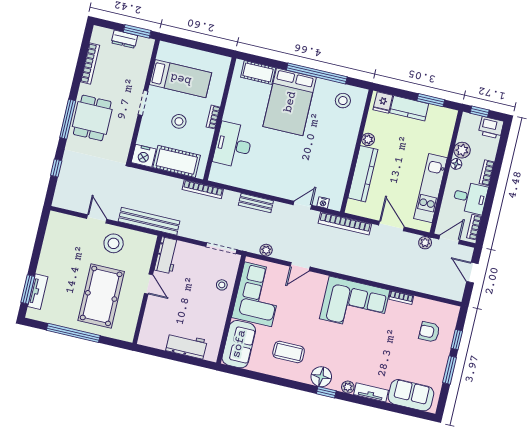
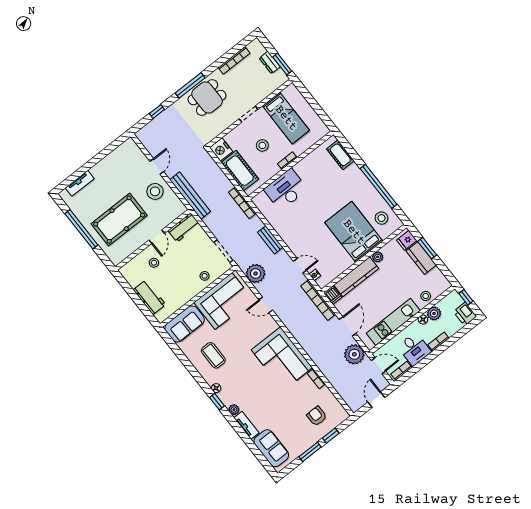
window: (431, 100) -> (427, 248), moved
bed: (290, 102) -> (354, 232), moved, turned 90
stool: (441, 140) -> (426, 296), added
dishwasher: (355, 208) -> (333, 295), added
plant: (425, 243) -> (354, 354), width x1.88, depth x1.88
plant: (266, 250) -> (256, 274), width x1.87, depth x1.87
window: (28, 289) -> (74, 177), removed
stool: (165, 310) -> (154, 263), added
floor lamp: (321, 377) -> (216, 388), width x0.53, depth x0.53

